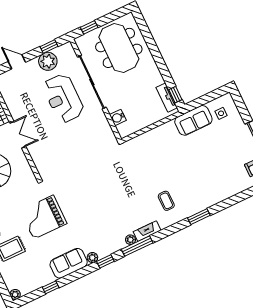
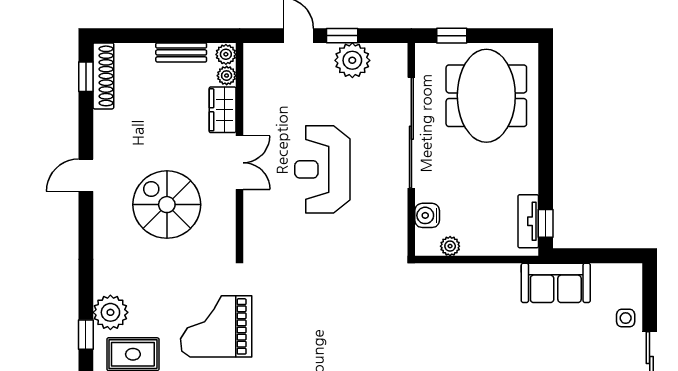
window: (49, 46) -> (342, 36), moved
reception desk: (63, 98) -> (322, 169), moved
side table: (221, 113) -> (626, 318), moved
plant: (135, 127) -> (450, 246), added

